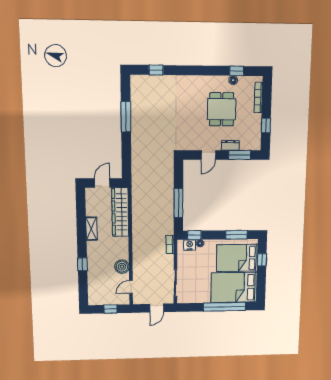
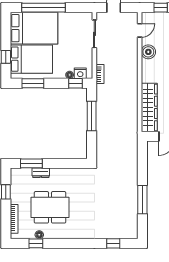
dining table: (222, 109) -> (50, 207), width x1.37
door: (208, 155) -> (62, 163), removed

